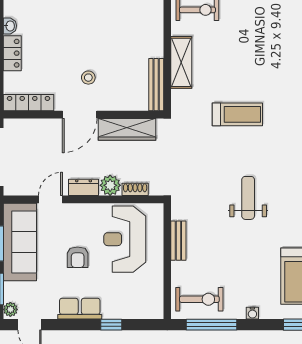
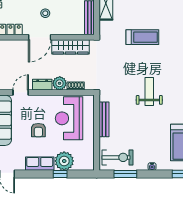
bench: (178, 241) -> (104, 119), width x1.36
plant: (117, 305) -> (64, 161), added
window: (212, 325) -> (125, 174), width x0.69

